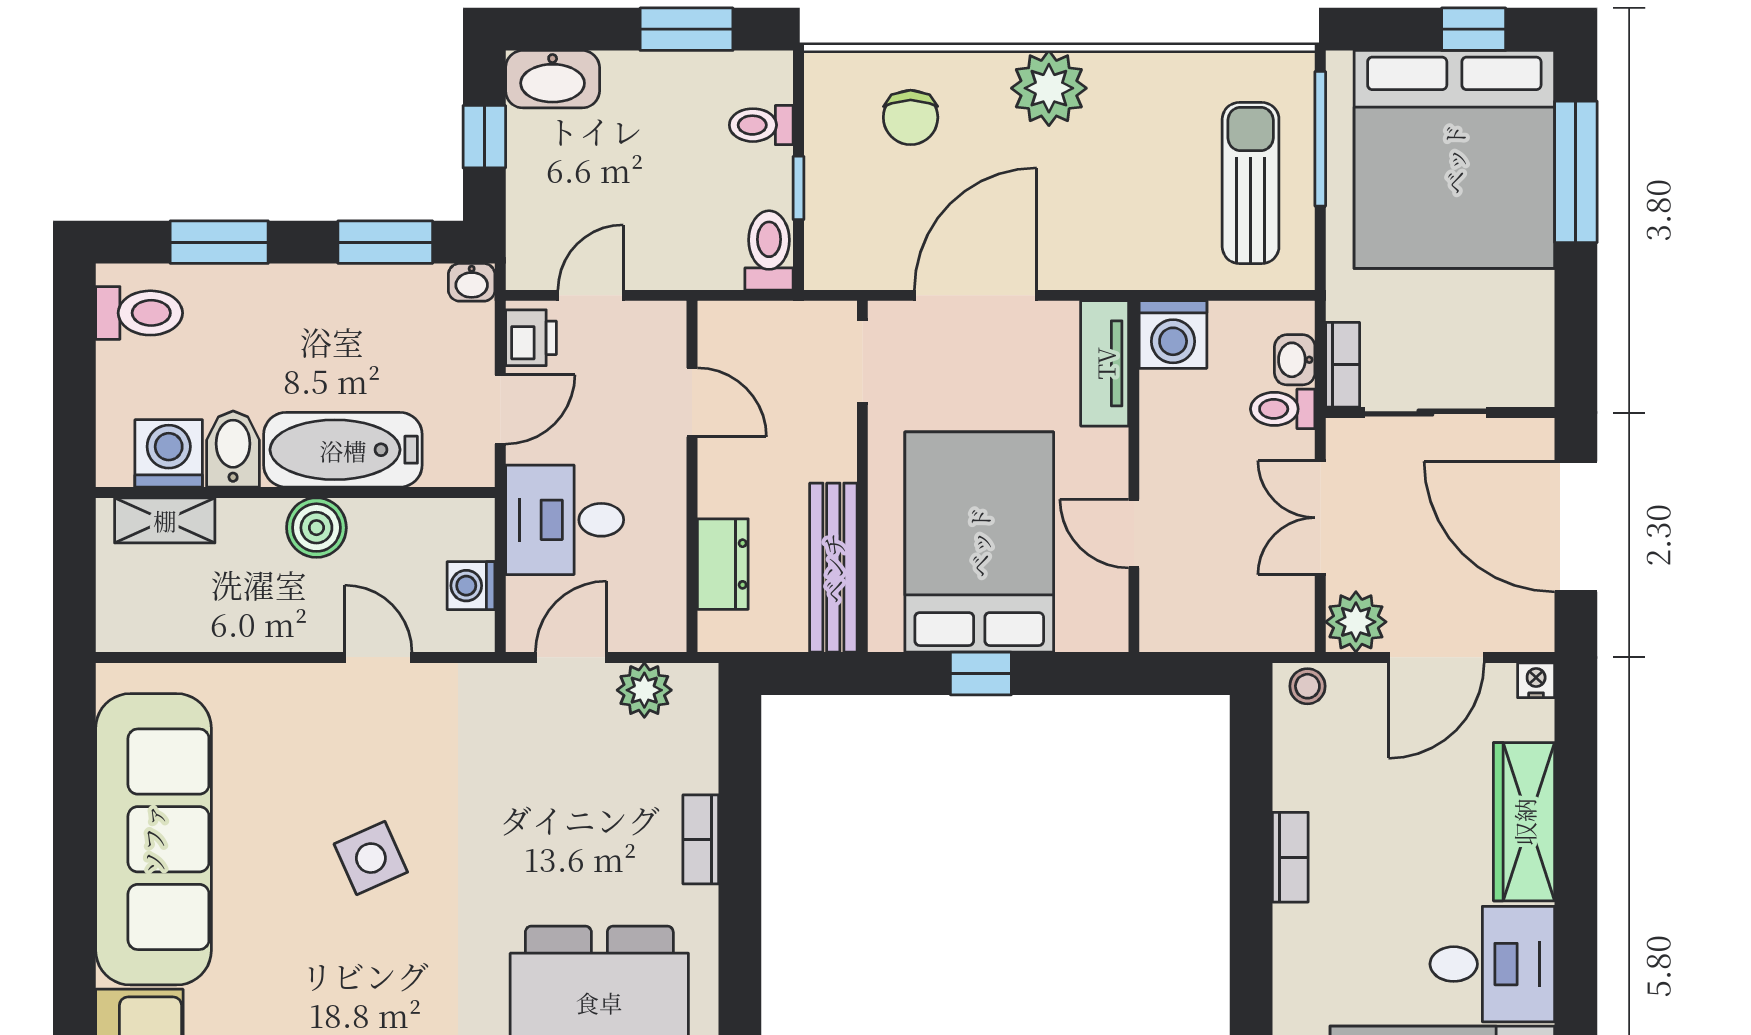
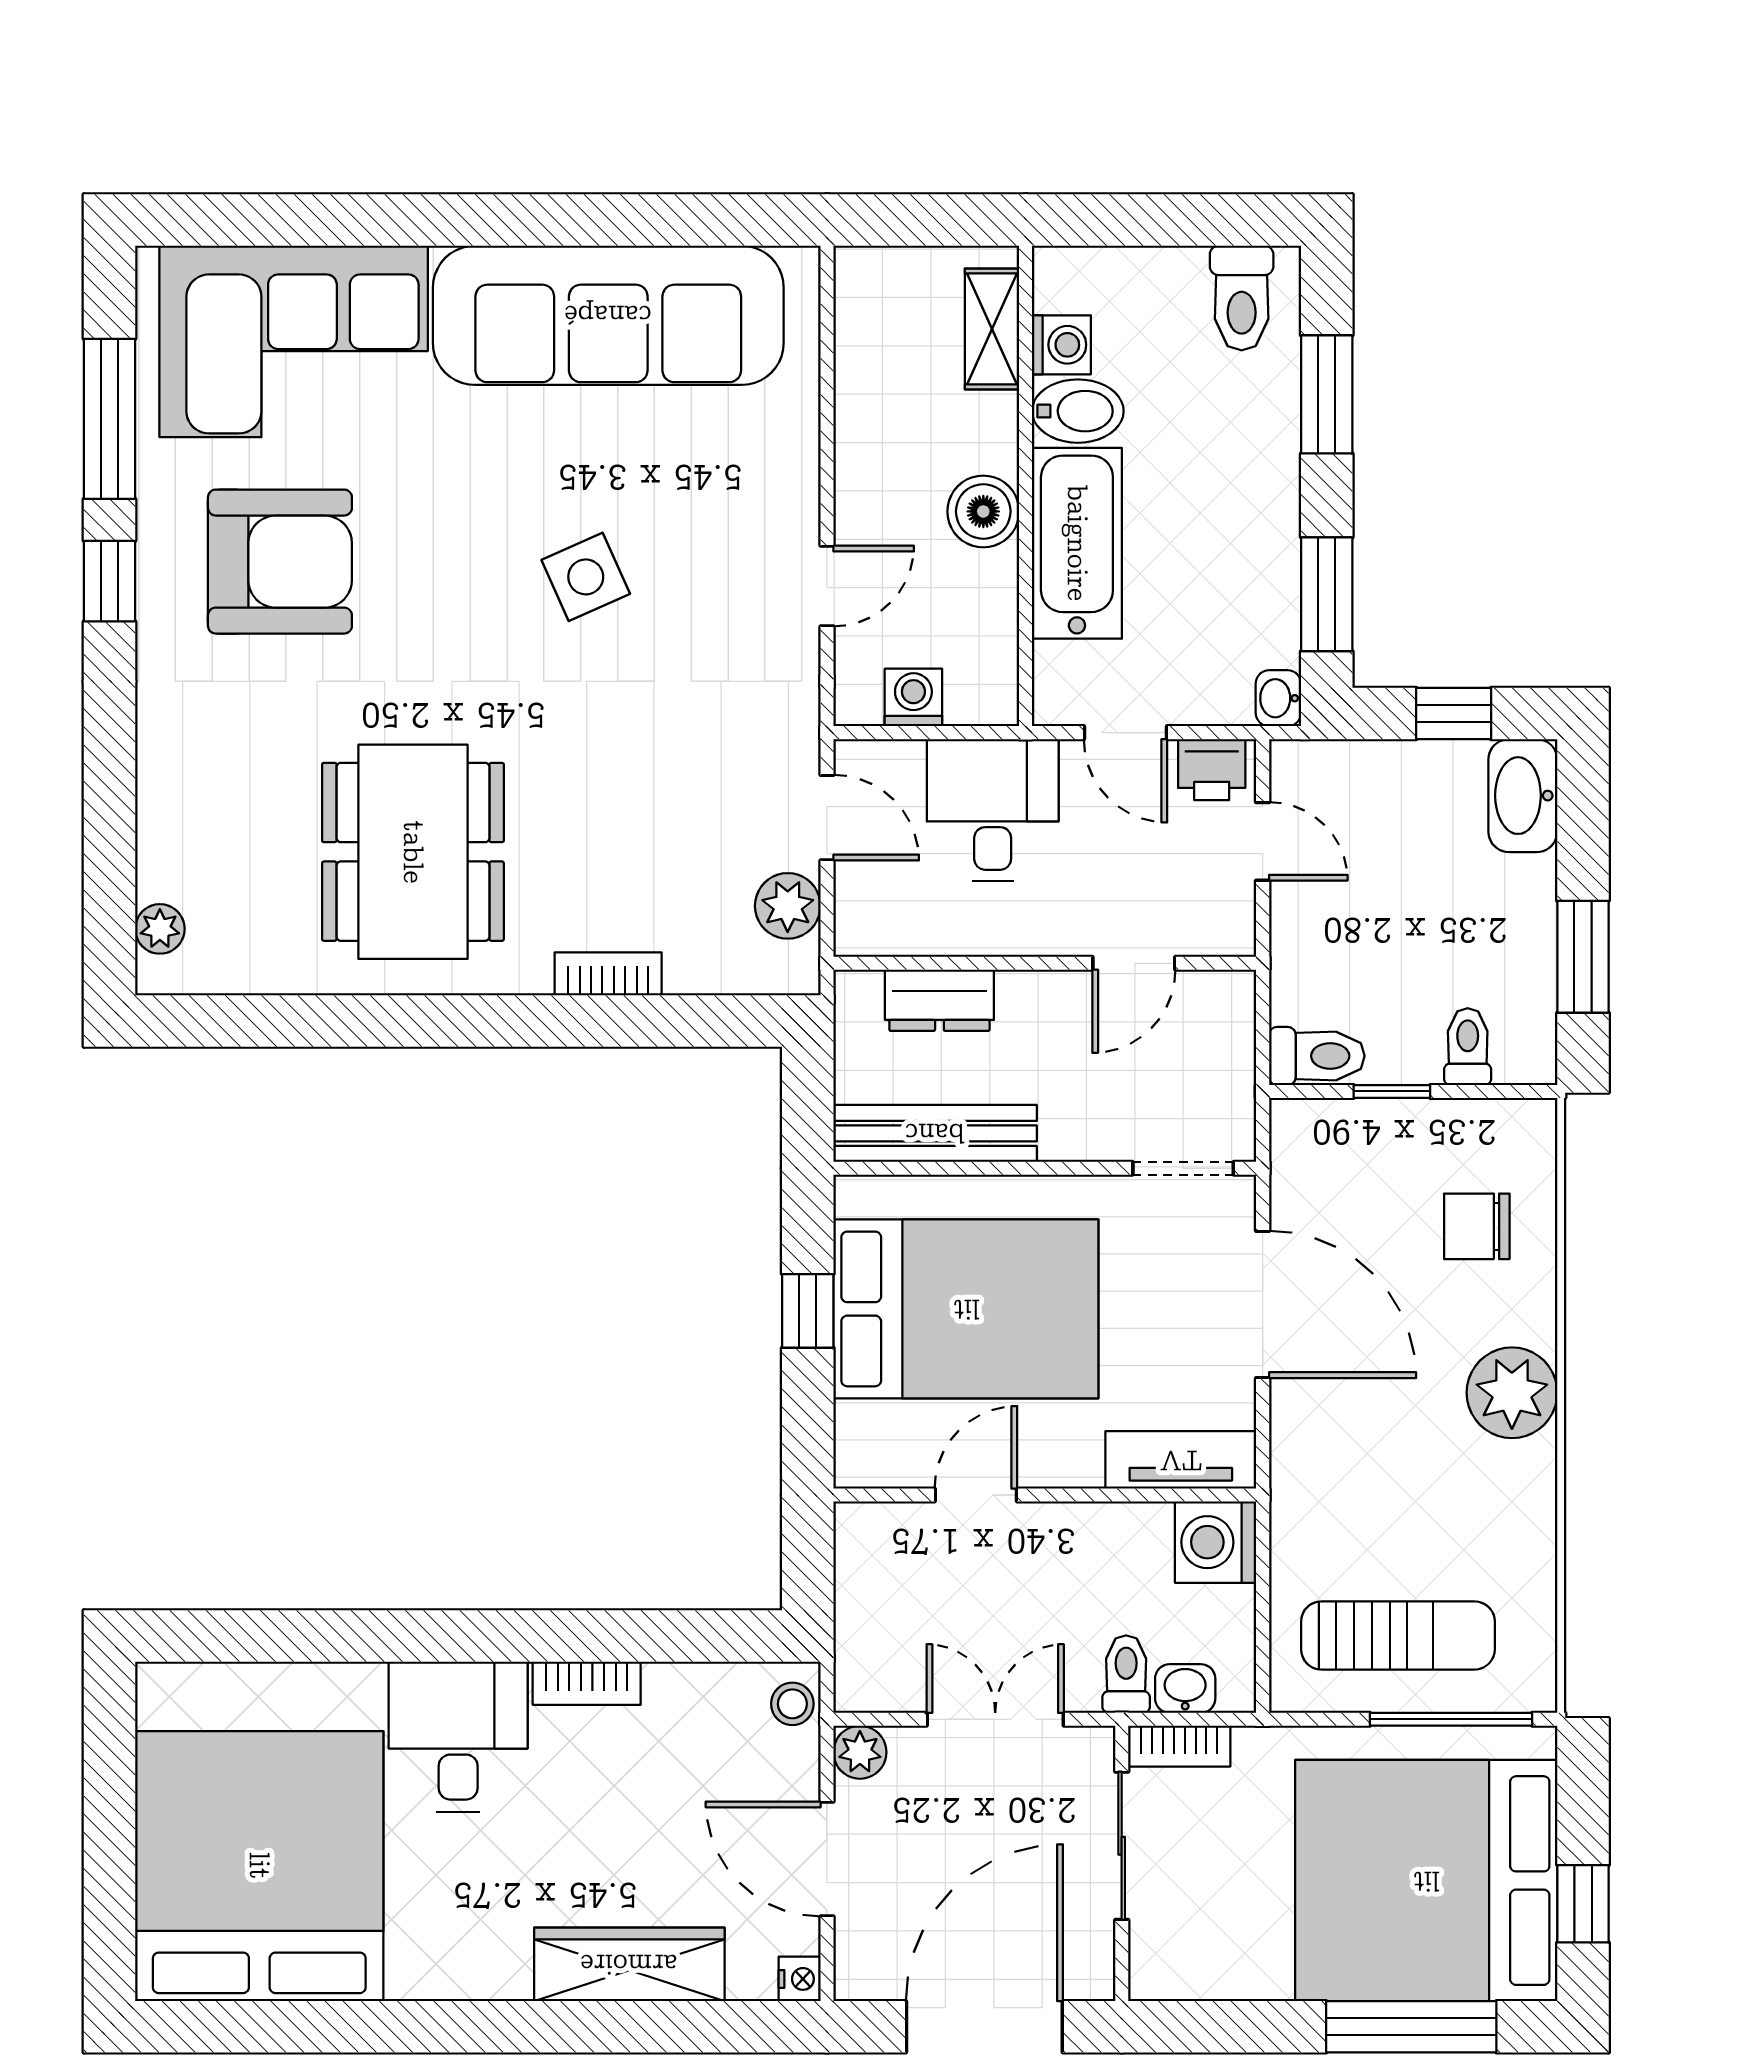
washing machine: (169, 453) -> (1061, 345), width x0.73, depth x0.73
plant: (1356, 622) -> (860, 1752), width x0.73, depth x0.73
desk: (1492, 964) -> (458, 1737), moved, turned 180

